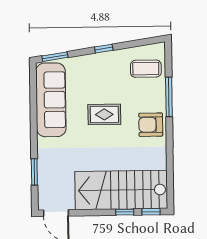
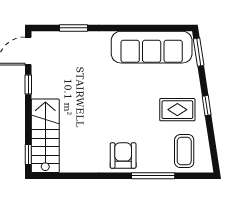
rug: (104, 114) -> (177, 110), moved, turned 90
stairs: (121, 190) -> (45, 136), width x0.73, depth x0.66
window: (125, 212) -> (28, 85), moved

